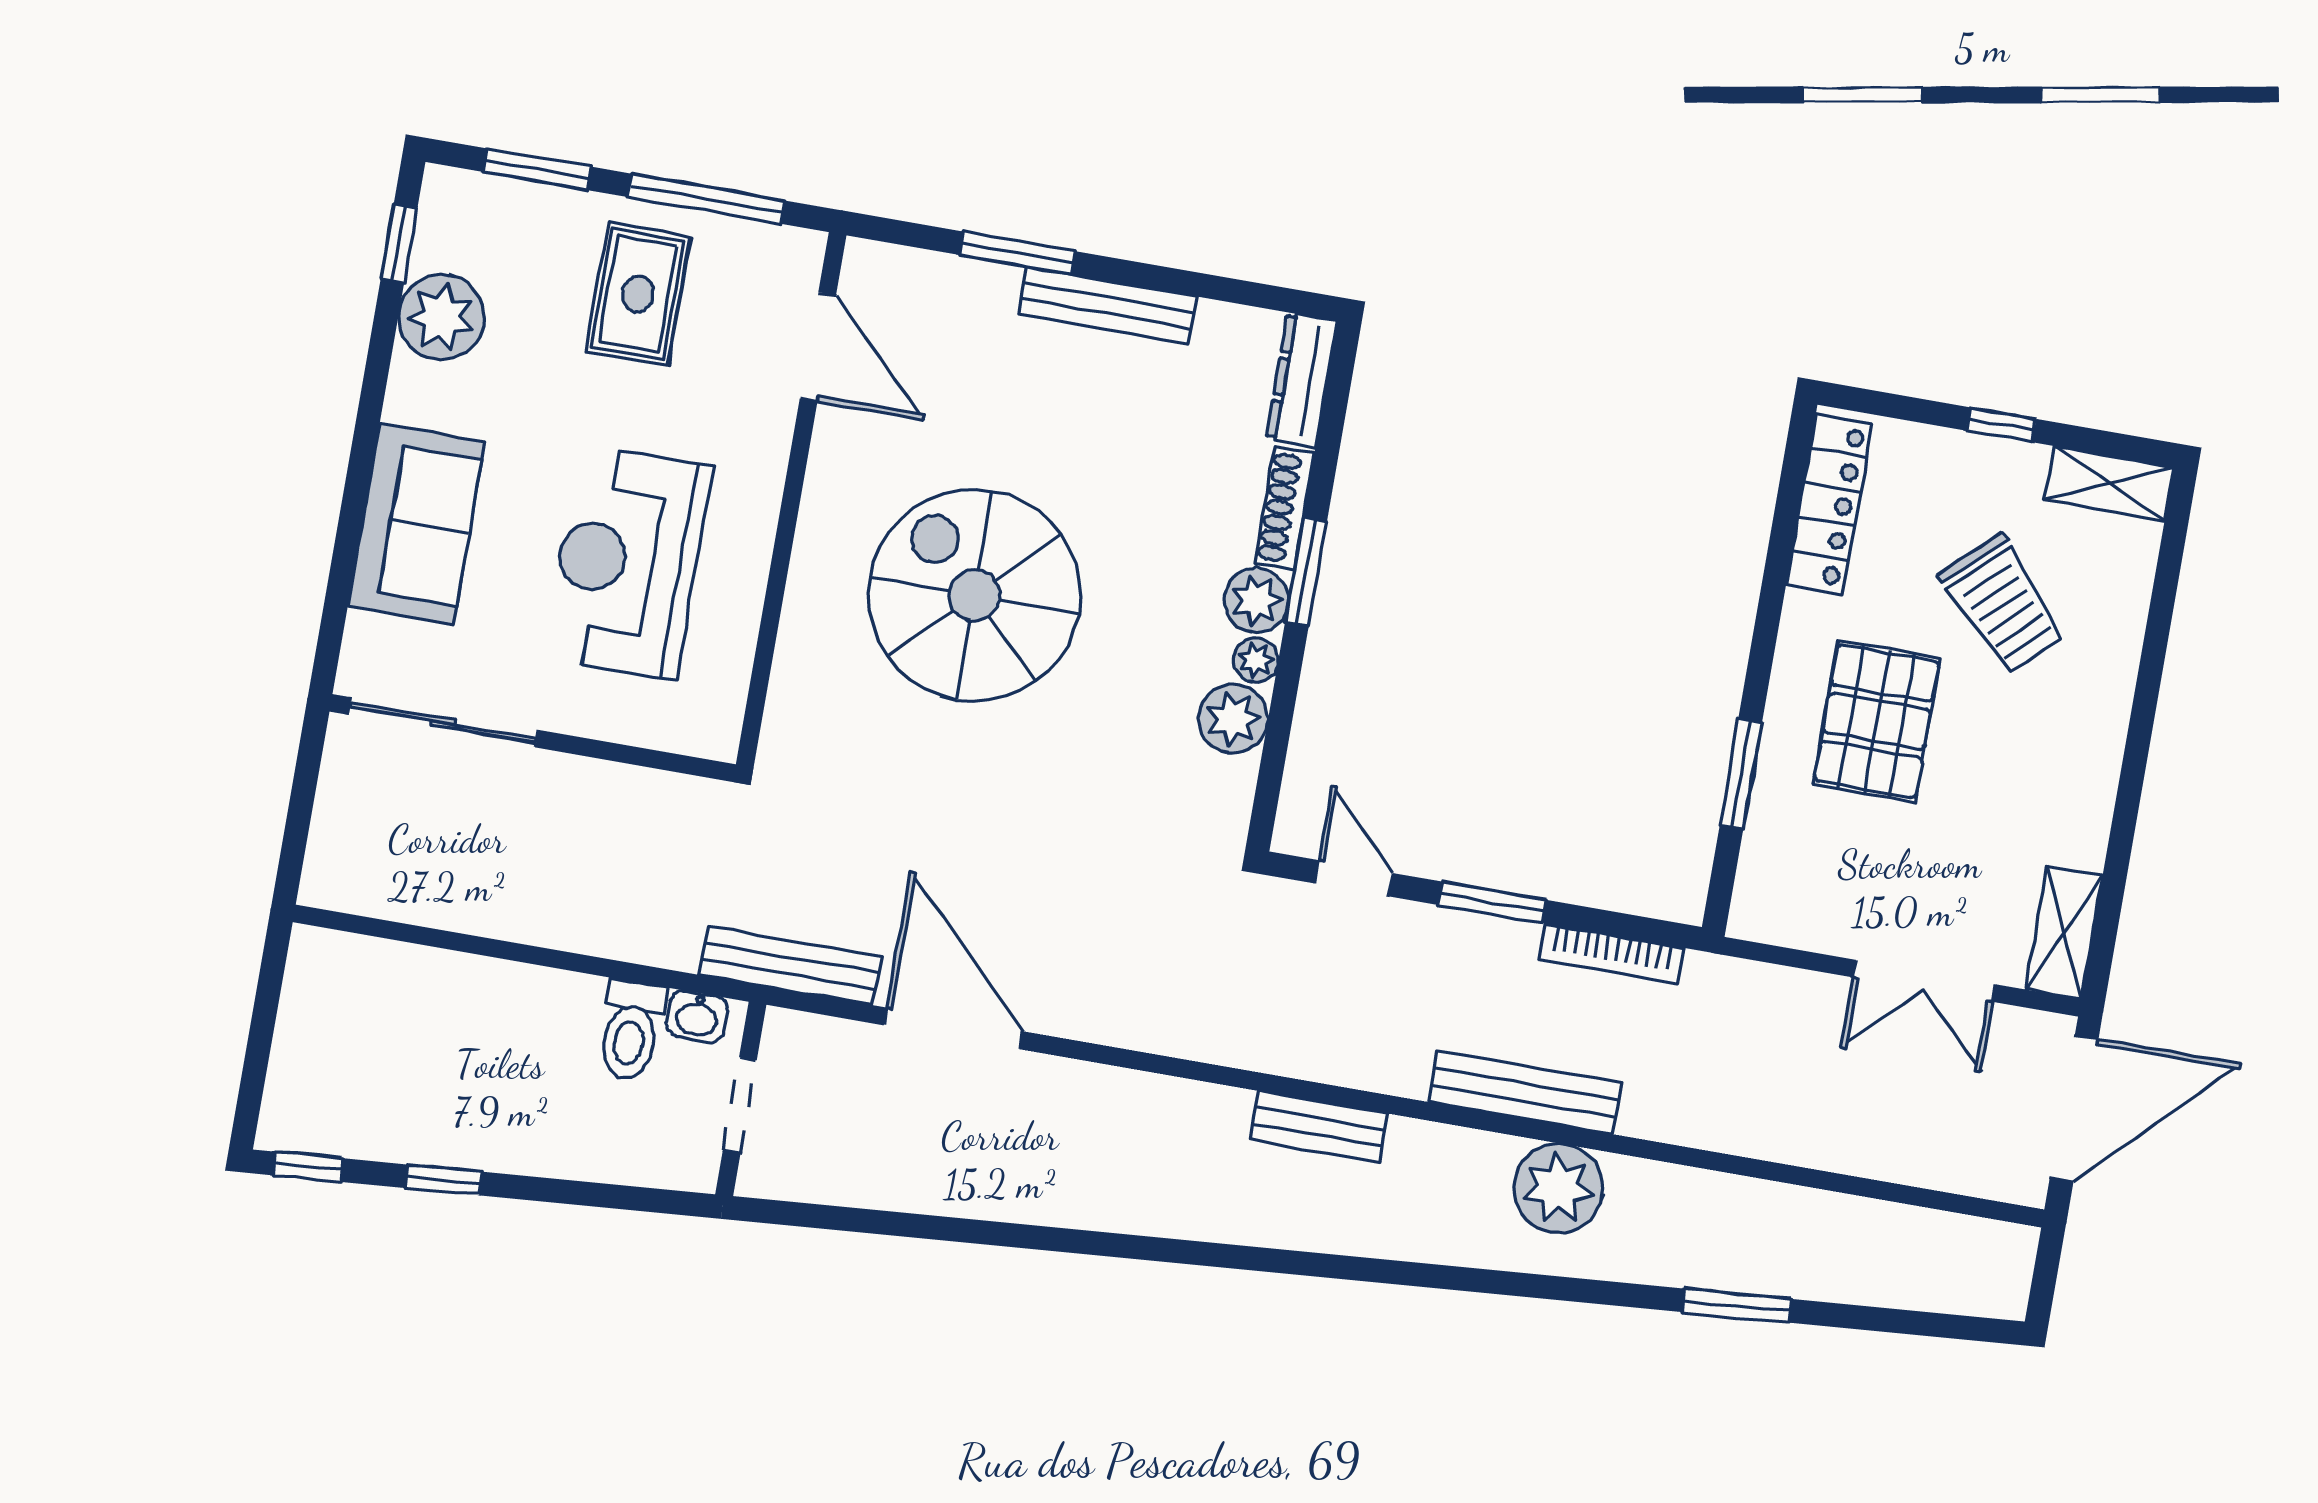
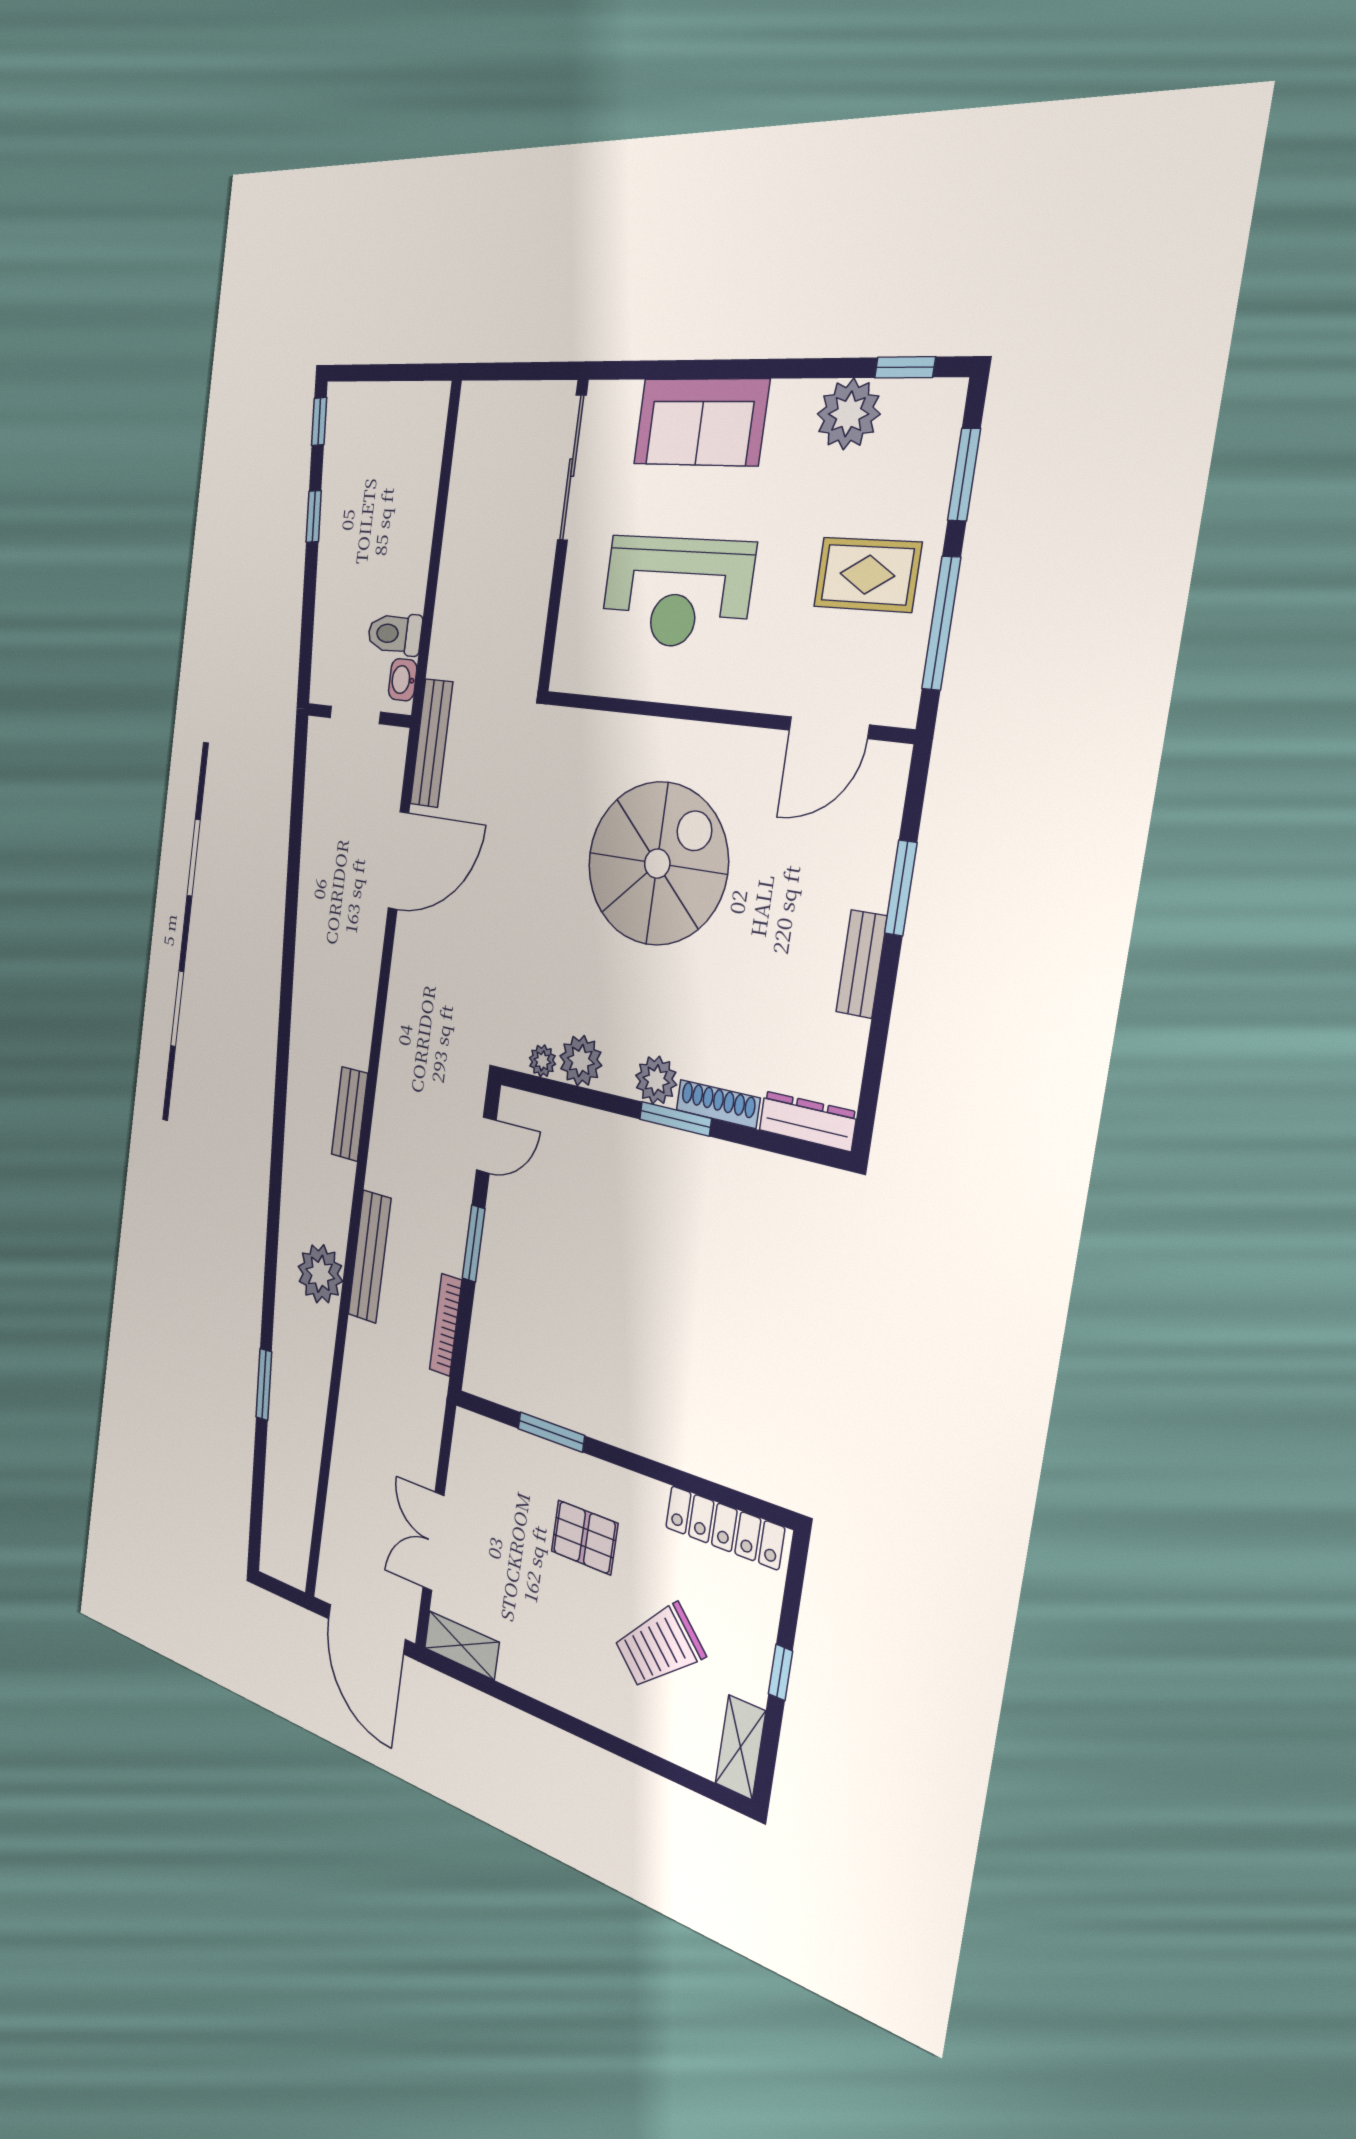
bench: (1108, 305) -> (861, 964), width x0.73
reception desk: (627, 562) -> (676, 592), turned 180
plant: (1256, 660) -> (542, 1061), moved
pallet: (1877, 721) -> (584, 1537), width x0.67, depth x0.71

